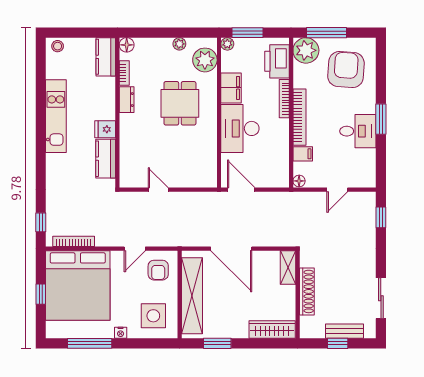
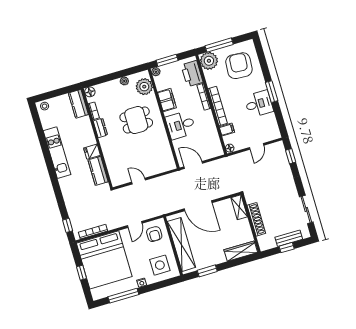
dining table: (180, 103) -> (136, 120), turned 90
desk: (240, 128) -> (181, 125), width x0.73

